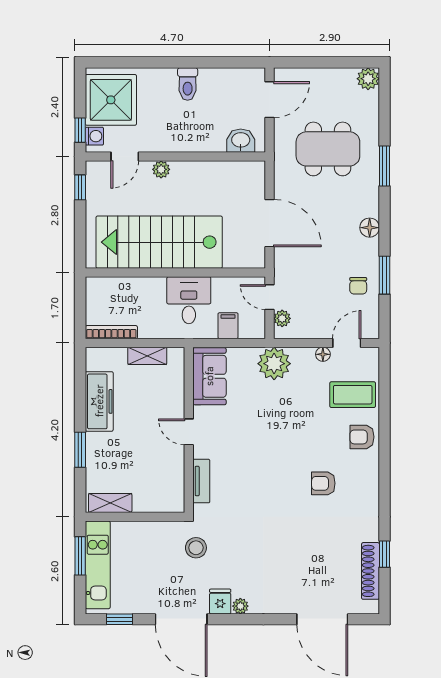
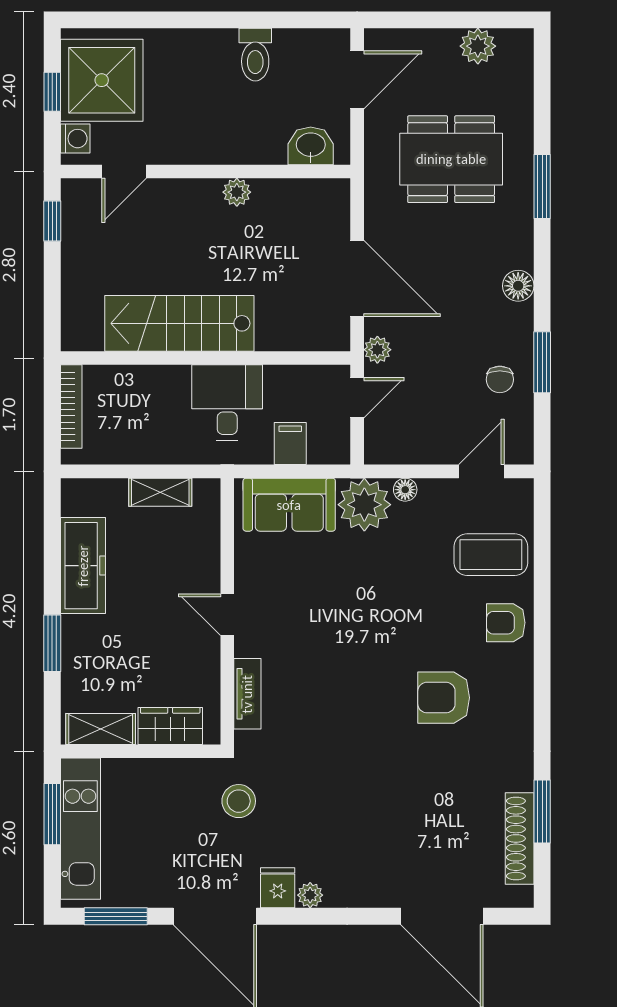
plant: (368, 79) -> (478, 46), moved
toilet: (188, 84) -> (255, 55), moved
window: (80, 130) -> (52, 92), moved
plant: (161, 169) -> (237, 192), moved
stairs: (159, 242) -> (179, 323), width x0.73, depth x0.66
door: (270, 297) -> (357, 398), swing flipped
plant: (282, 318) -> (377, 350), moved
bookcase: (111, 332) -> (71, 407), moved, turned 90
floor lamp: (323, 354) -> (405, 490), moved
sofa: (209, 376) -> (289, 505), moved, turned 90
armchair: (323, 483) -> (444, 698), width x1.38, depth x1.38
wardrobe: (153, 501) -> (170, 726), added
window: (384, 554) -> (542, 812), width x1.50
window: (120, 619) -> (116, 916), width x1.50

